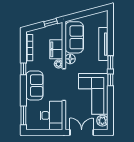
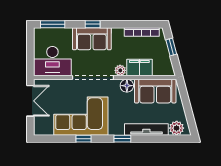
window: (51, 23) -> (171, 47), moved
window: (23, 69) -> (93, 24), moved
window: (110, 80) -> (84, 139), moved
plant: (102, 121) -> (177, 128), moved

